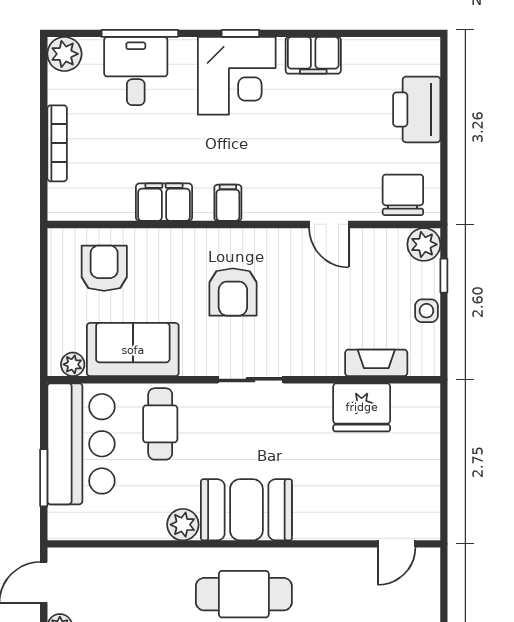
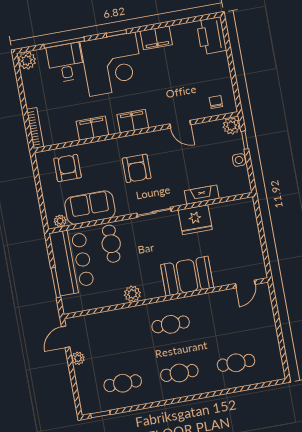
corner desk: (237, 76) -> (112, 64), width x1.36, depth x1.36
printer: (417, 109) -> (211, 36), moved
bookcase: (57, 143) -> (35, 128), moved
chair: (403, 195) -> (216, 102), width x0.54, depth x0.54
filing cabinet: (228, 203) -> (133, 121), width x2.00
fireplace: (376, 363) -> (202, 195), moved
fridge: (362, 407) -> (195, 220), moved
booth: (246, 510) -> (187, 276), moved
cafe table: (244, 594) -> (171, 324), width x0.73, depth x0.74

